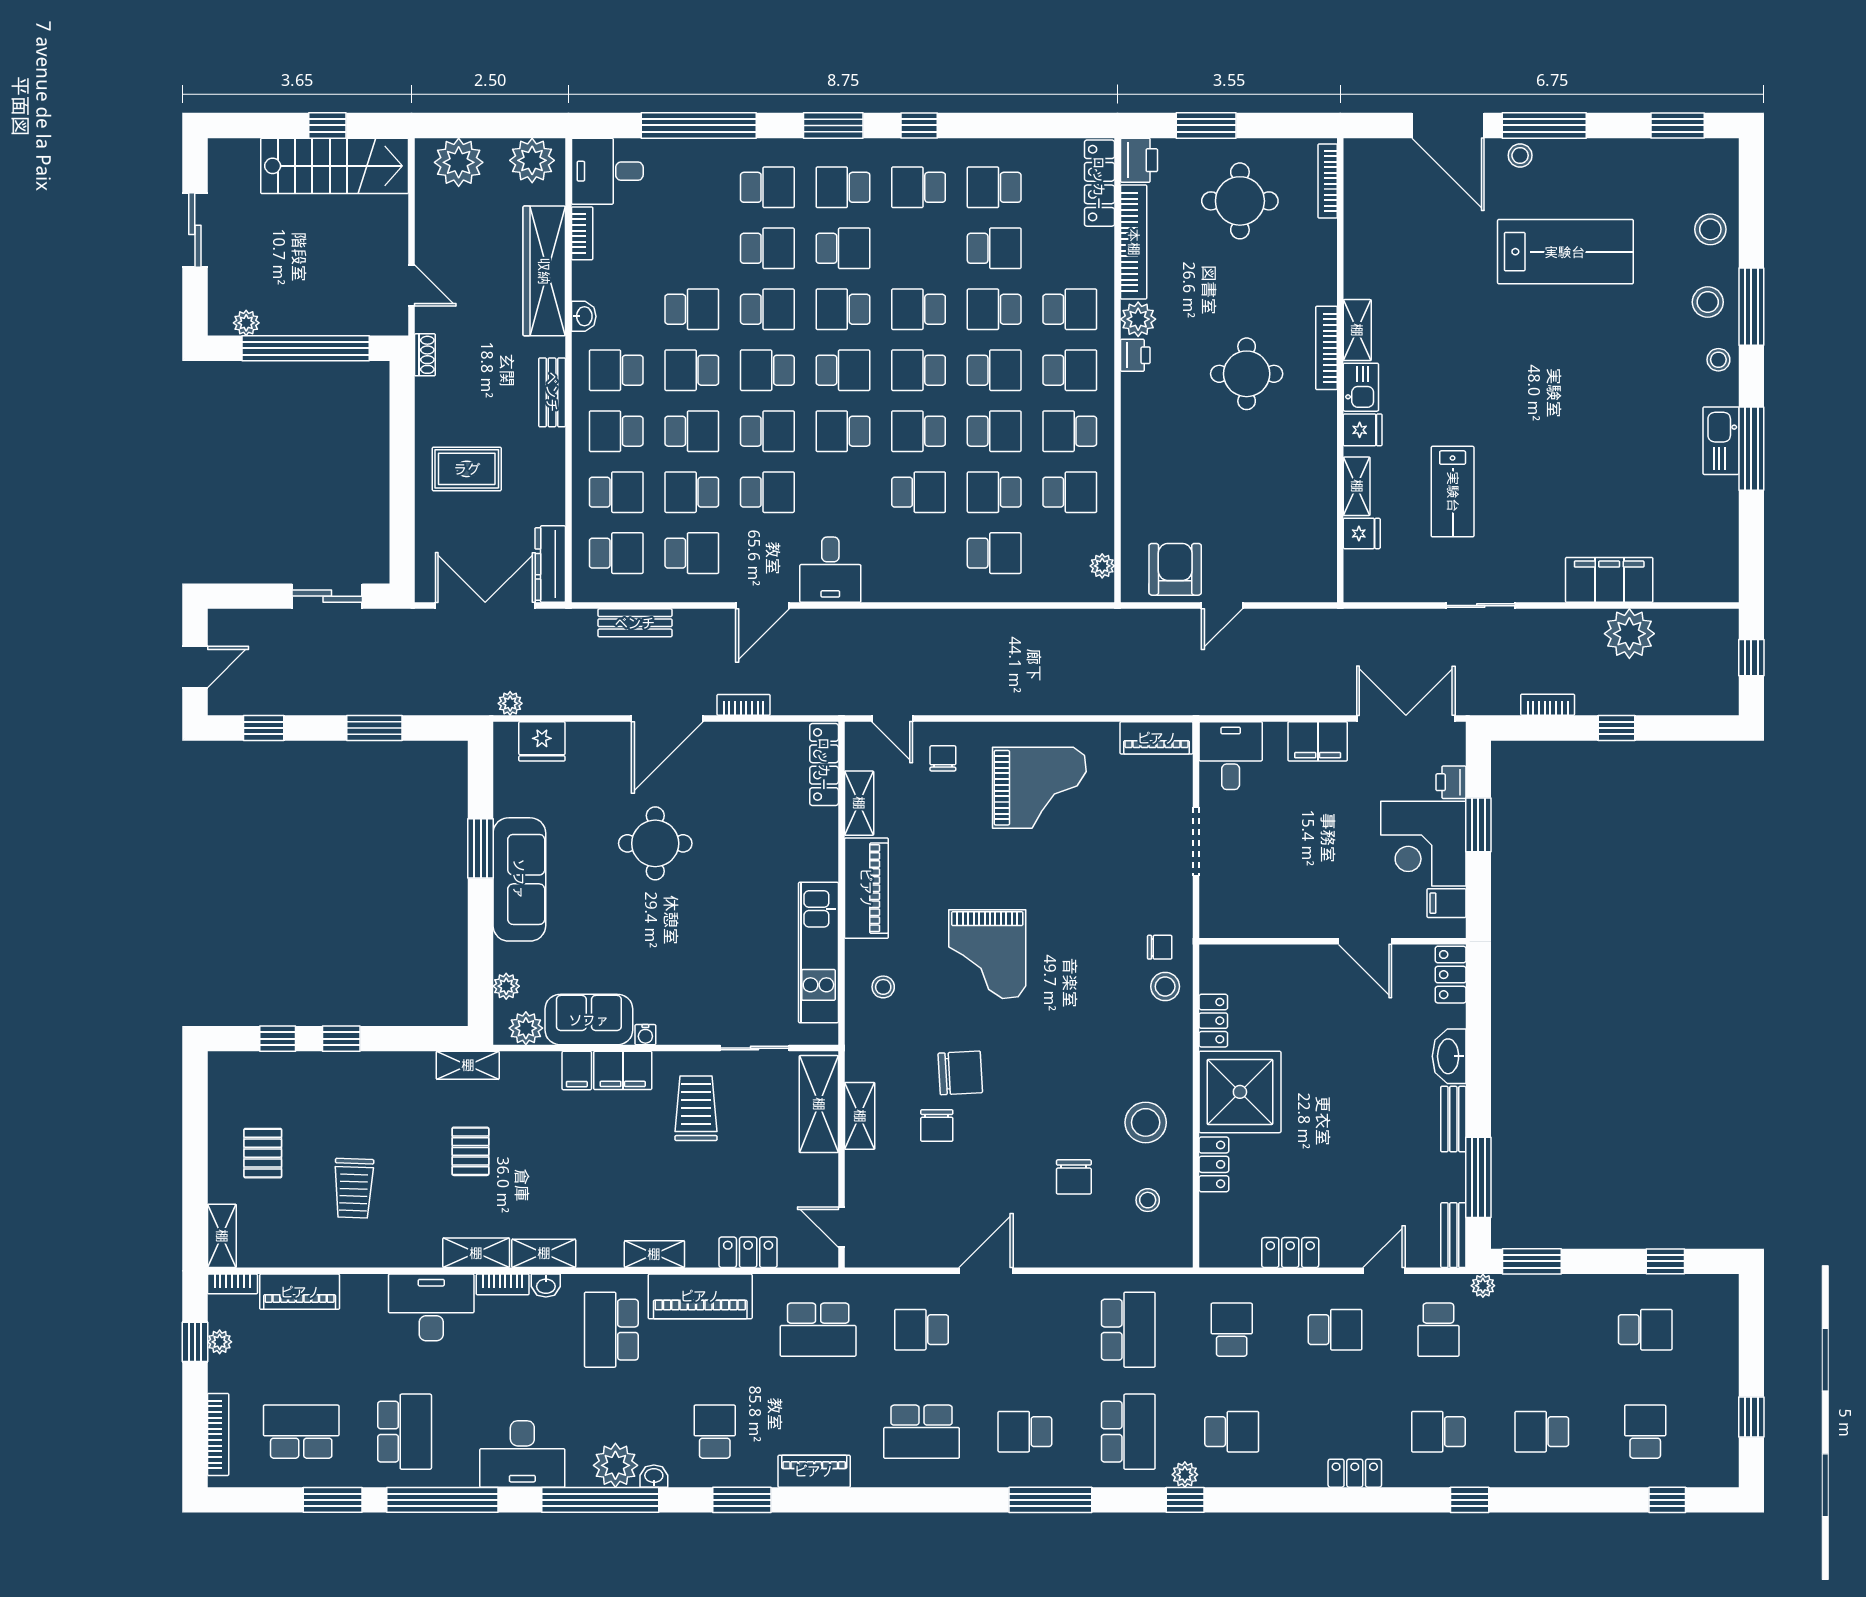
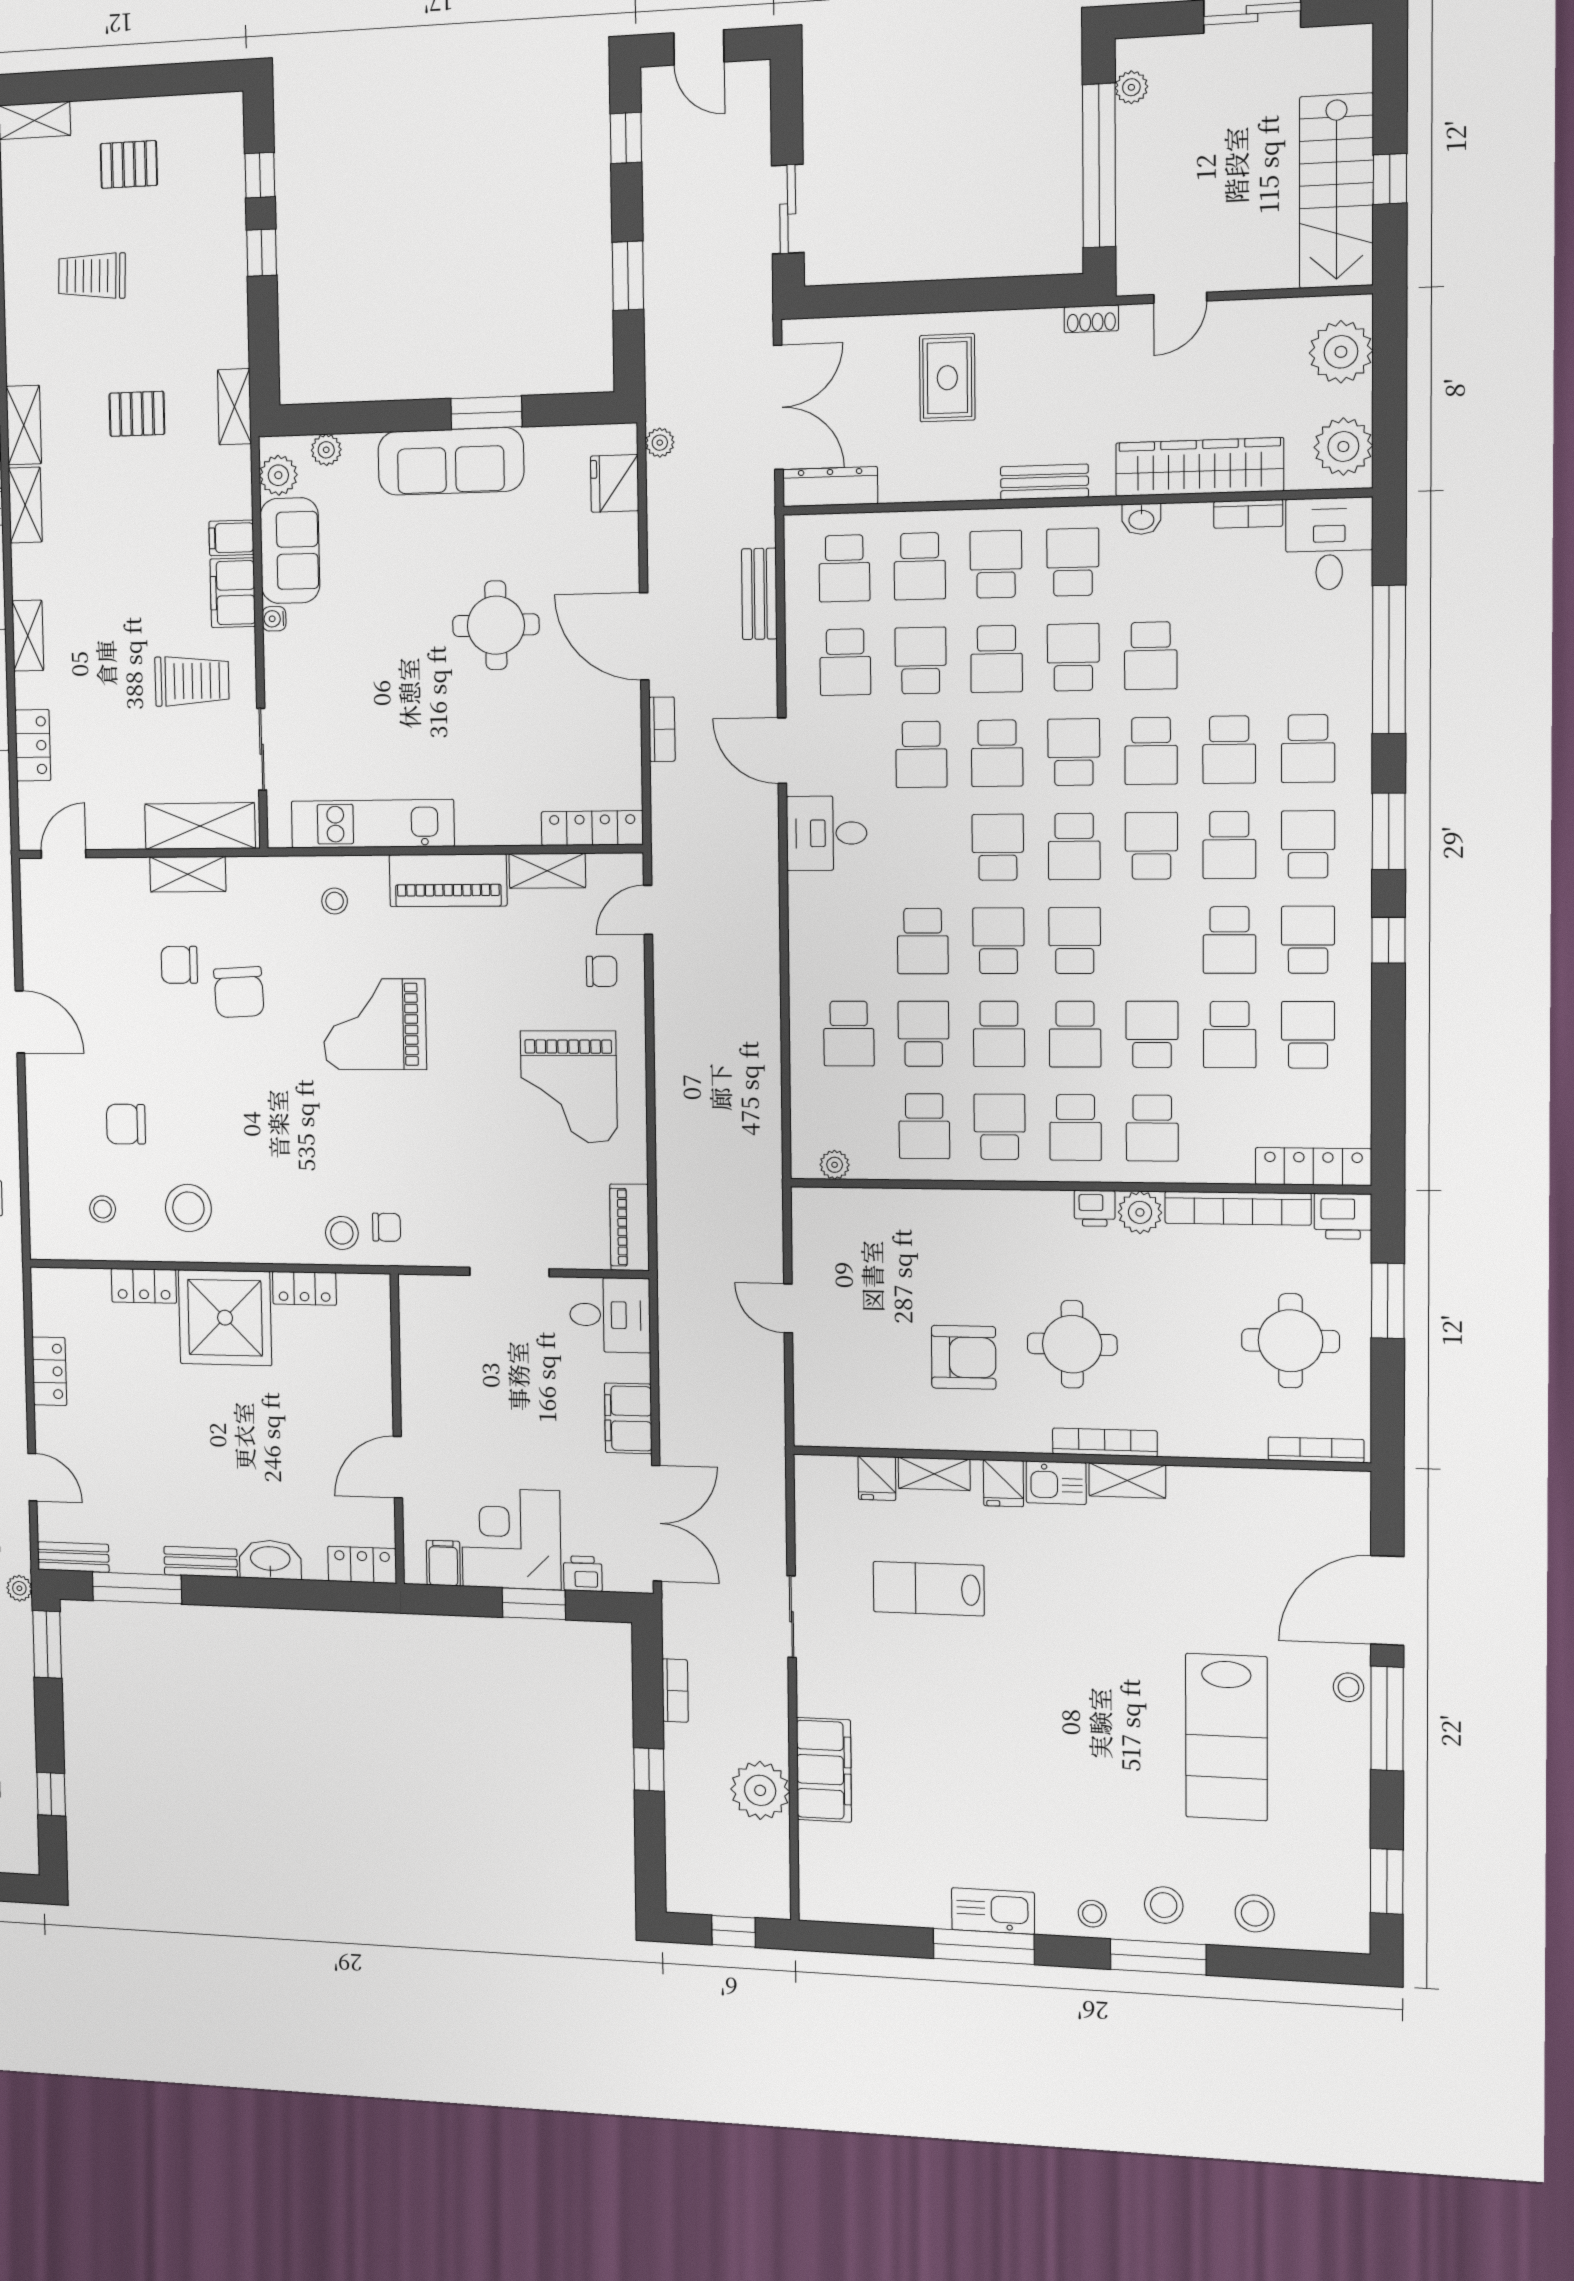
school desk: (919, 309) -> (1229, 940), moved, turned 180
armchair: (1175, 569) -> (964, 1357), moved
chair: (1160, 947) -> (386, 1227), turned -90

